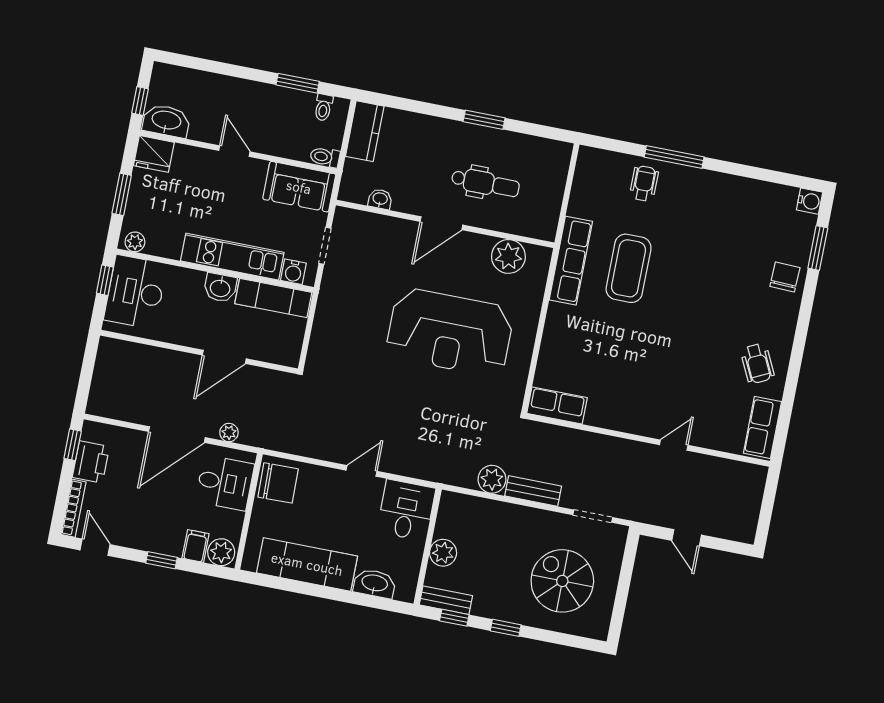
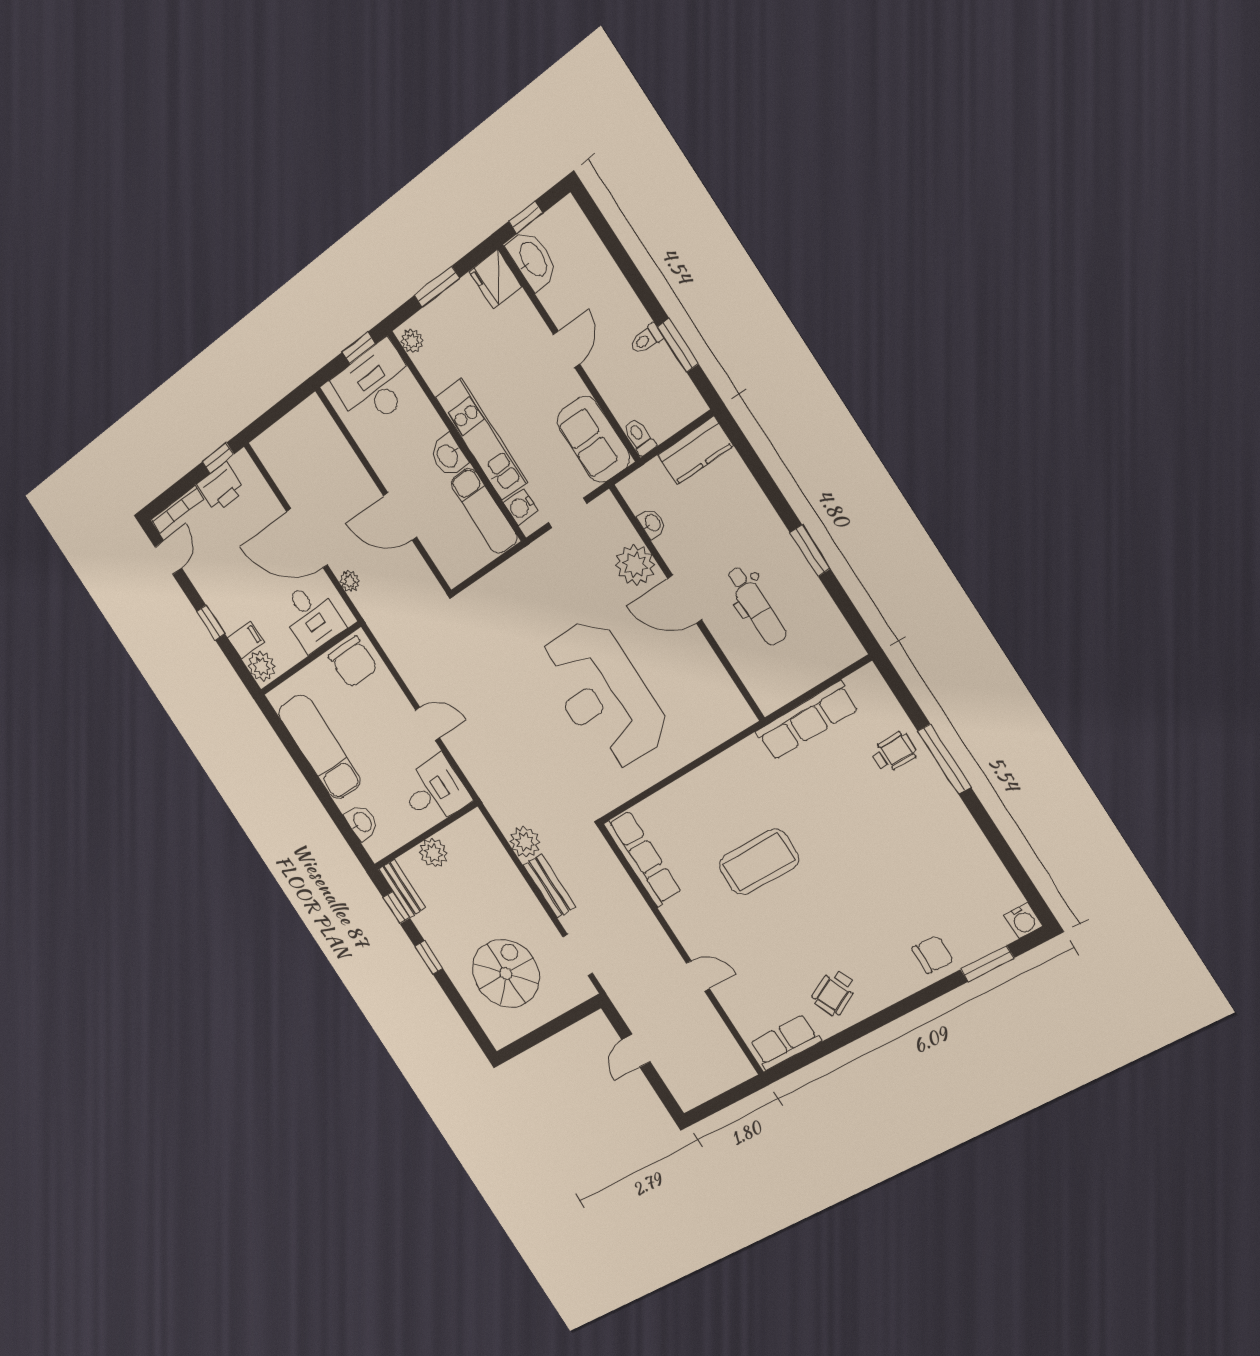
toilet: (323, 107) -> (646, 339), moved
plant: (508, 256) -> (635, 565), moved
row of seats: (571, 261) -> (807, 720), moved
coffee table: (629, 268) -> (759, 862), moved
row of seats: (557, 406) -> (643, 858), width x1.48
washbasin: (375, 584) -> (362, 822), width x0.72

